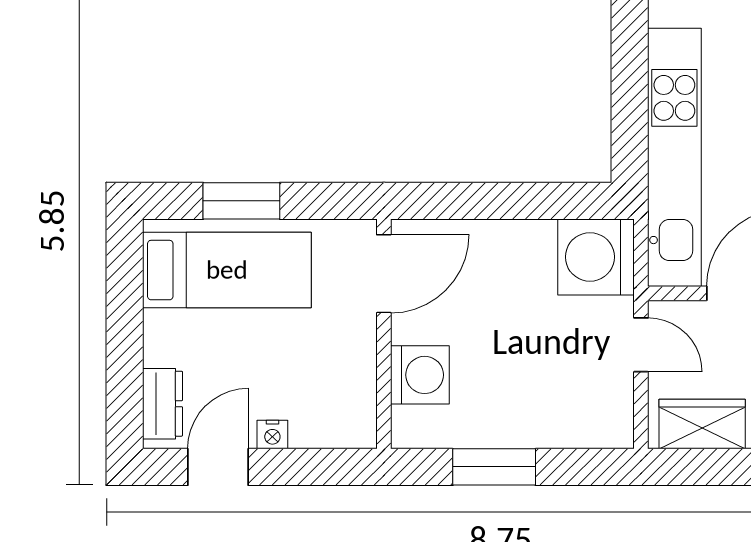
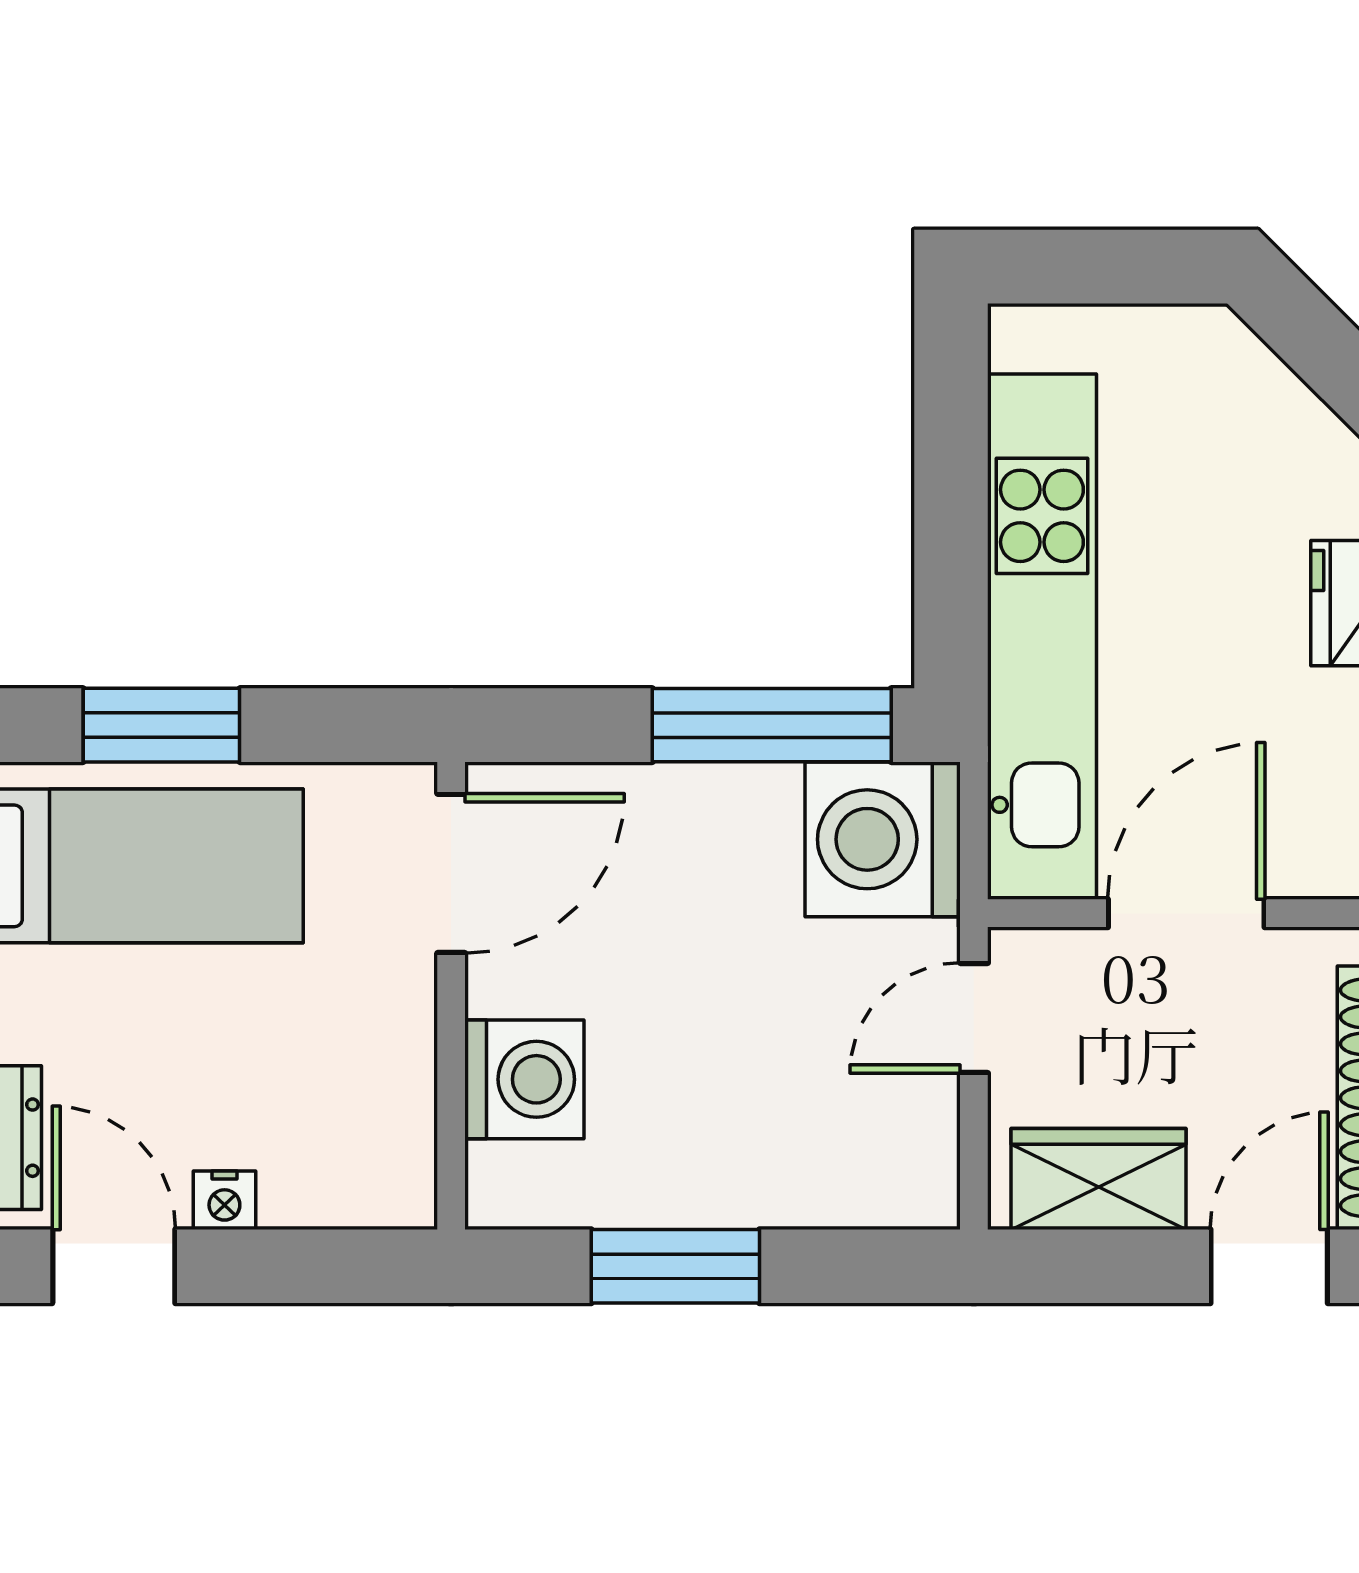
window: (541, 201) -> (772, 725), added
door: (641, 345) -> (974, 1018), swing flipped
door: (218, 467) -> (114, 1266), hinge flipped

